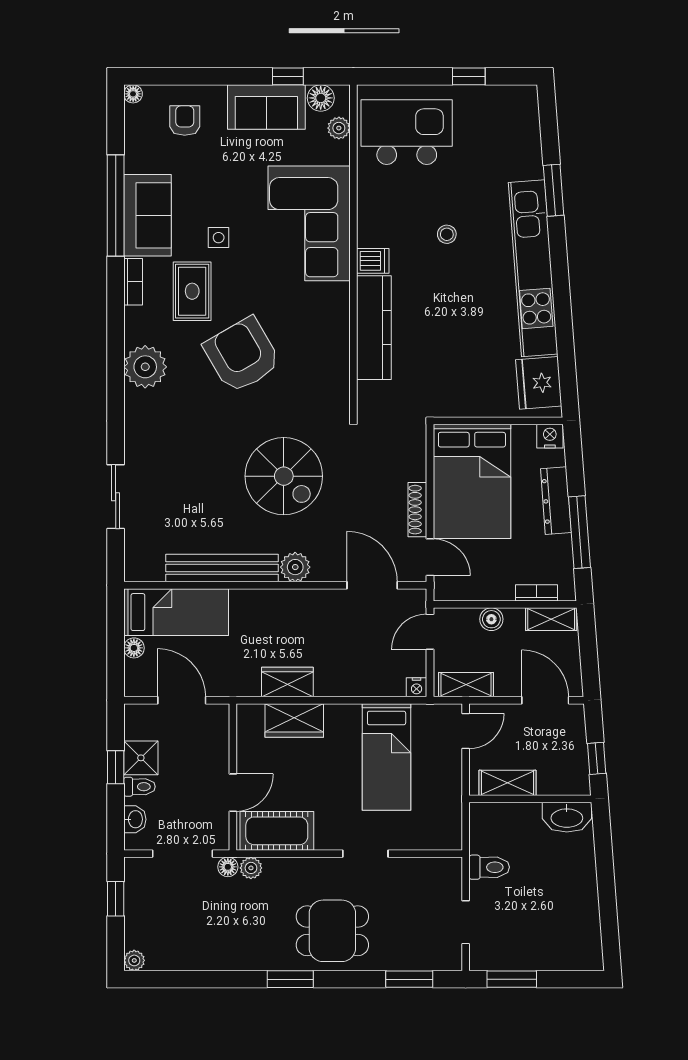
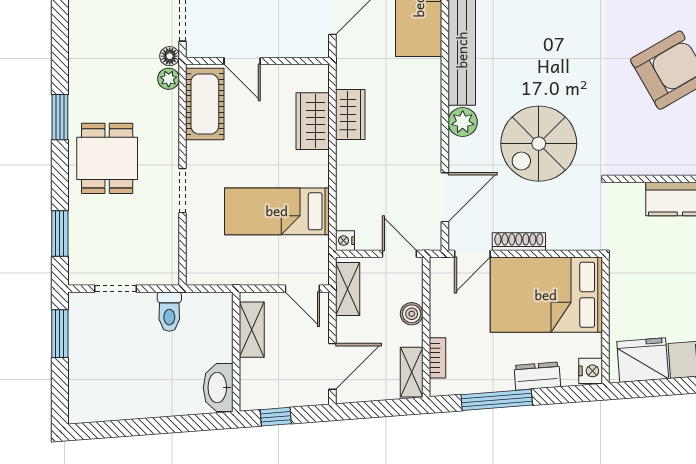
spiral stairs: (284, 476) -> (539, 144), moved
dresser: (556, 501) -> (537, 376), width x0.70

